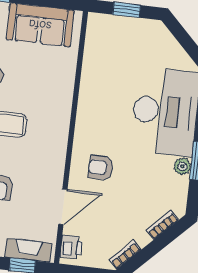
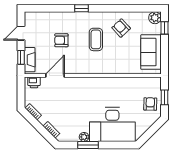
armchair: (101, 168) -> (150, 104), moved
door: (63, 207) -> (55, 75), swing flipped

